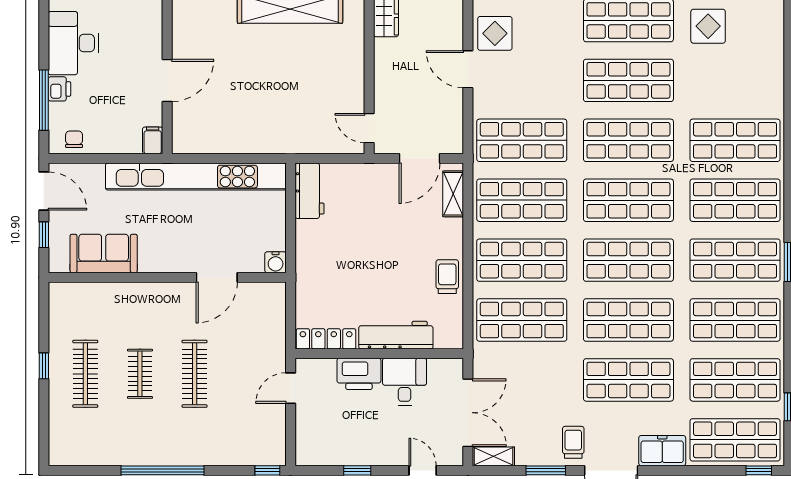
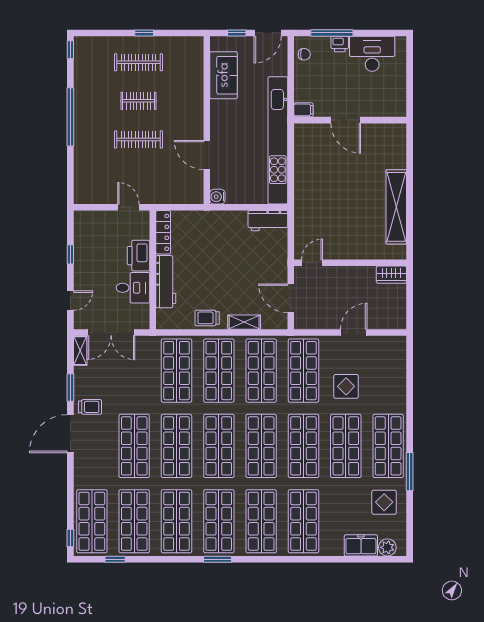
plant: (772, 22) -> (387, 547), added
display table: (495, 33) -> (346, 386), moved
shelving: (453, 194) -> (244, 322), moved
trolley: (447, 277) -> (207, 318), turned 180
freezer: (662, 451) -> (361, 545), moved, turned -90
window: (267, 470) -> (70, 50), moved

